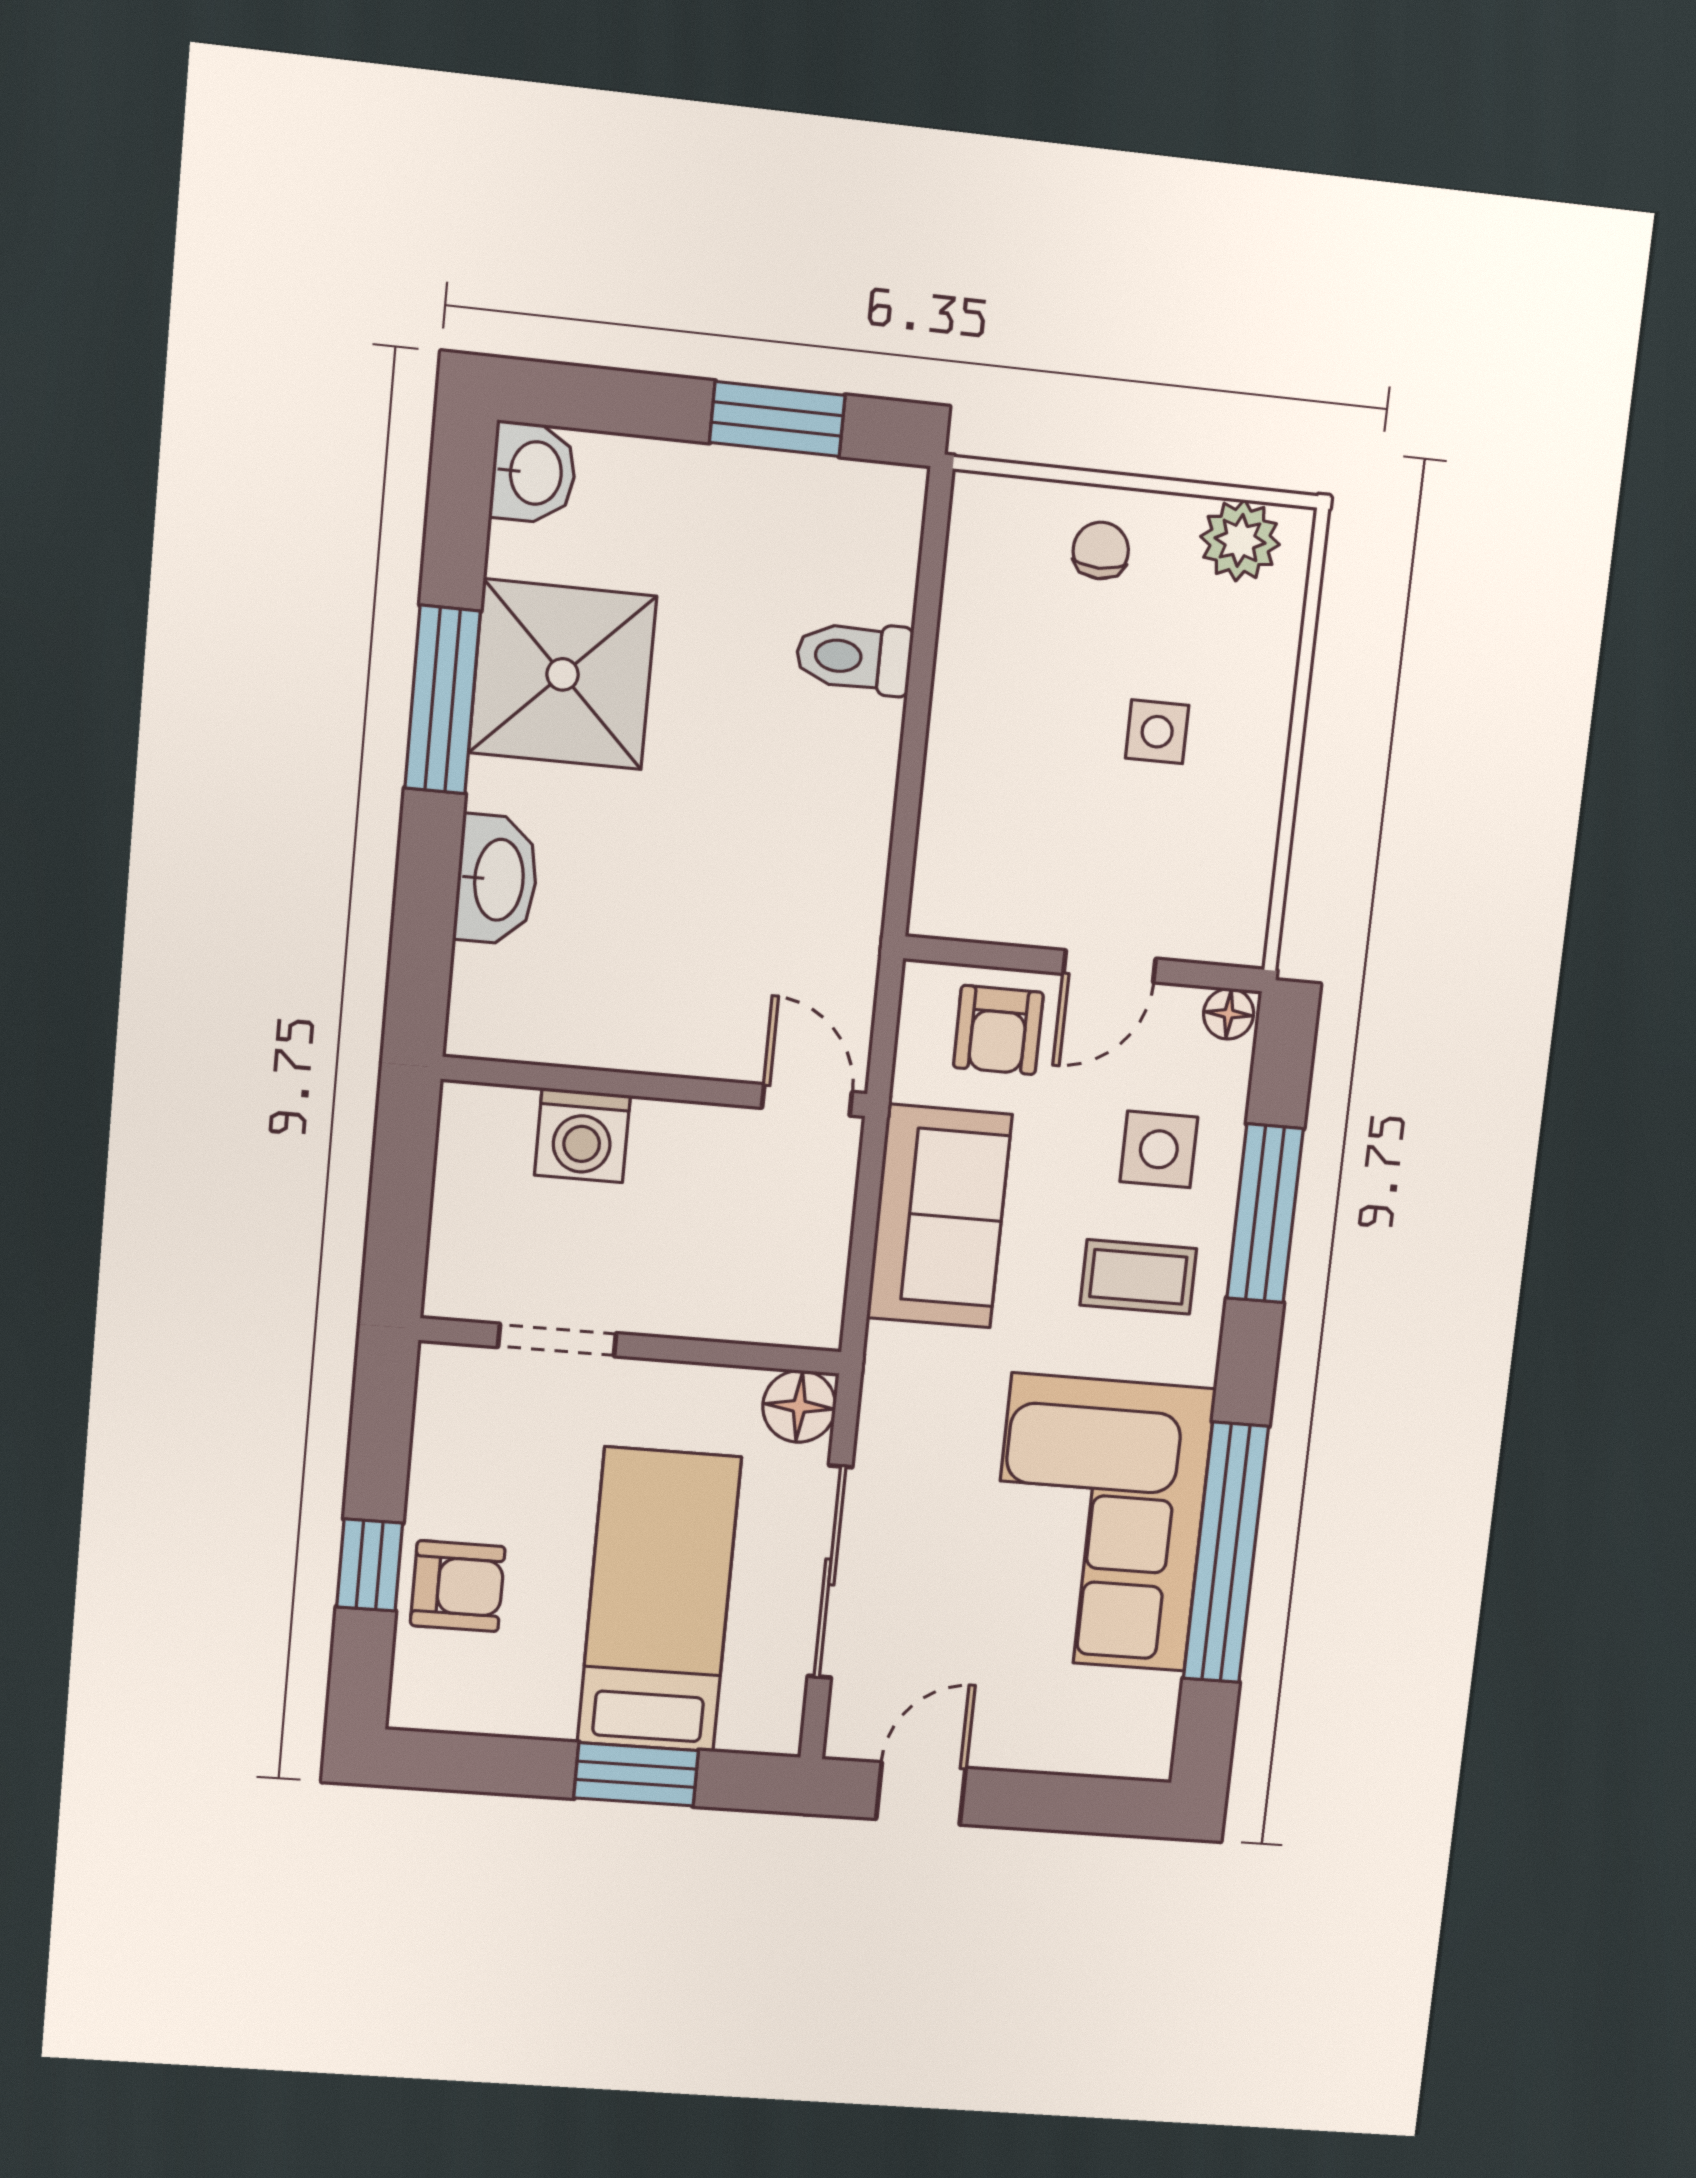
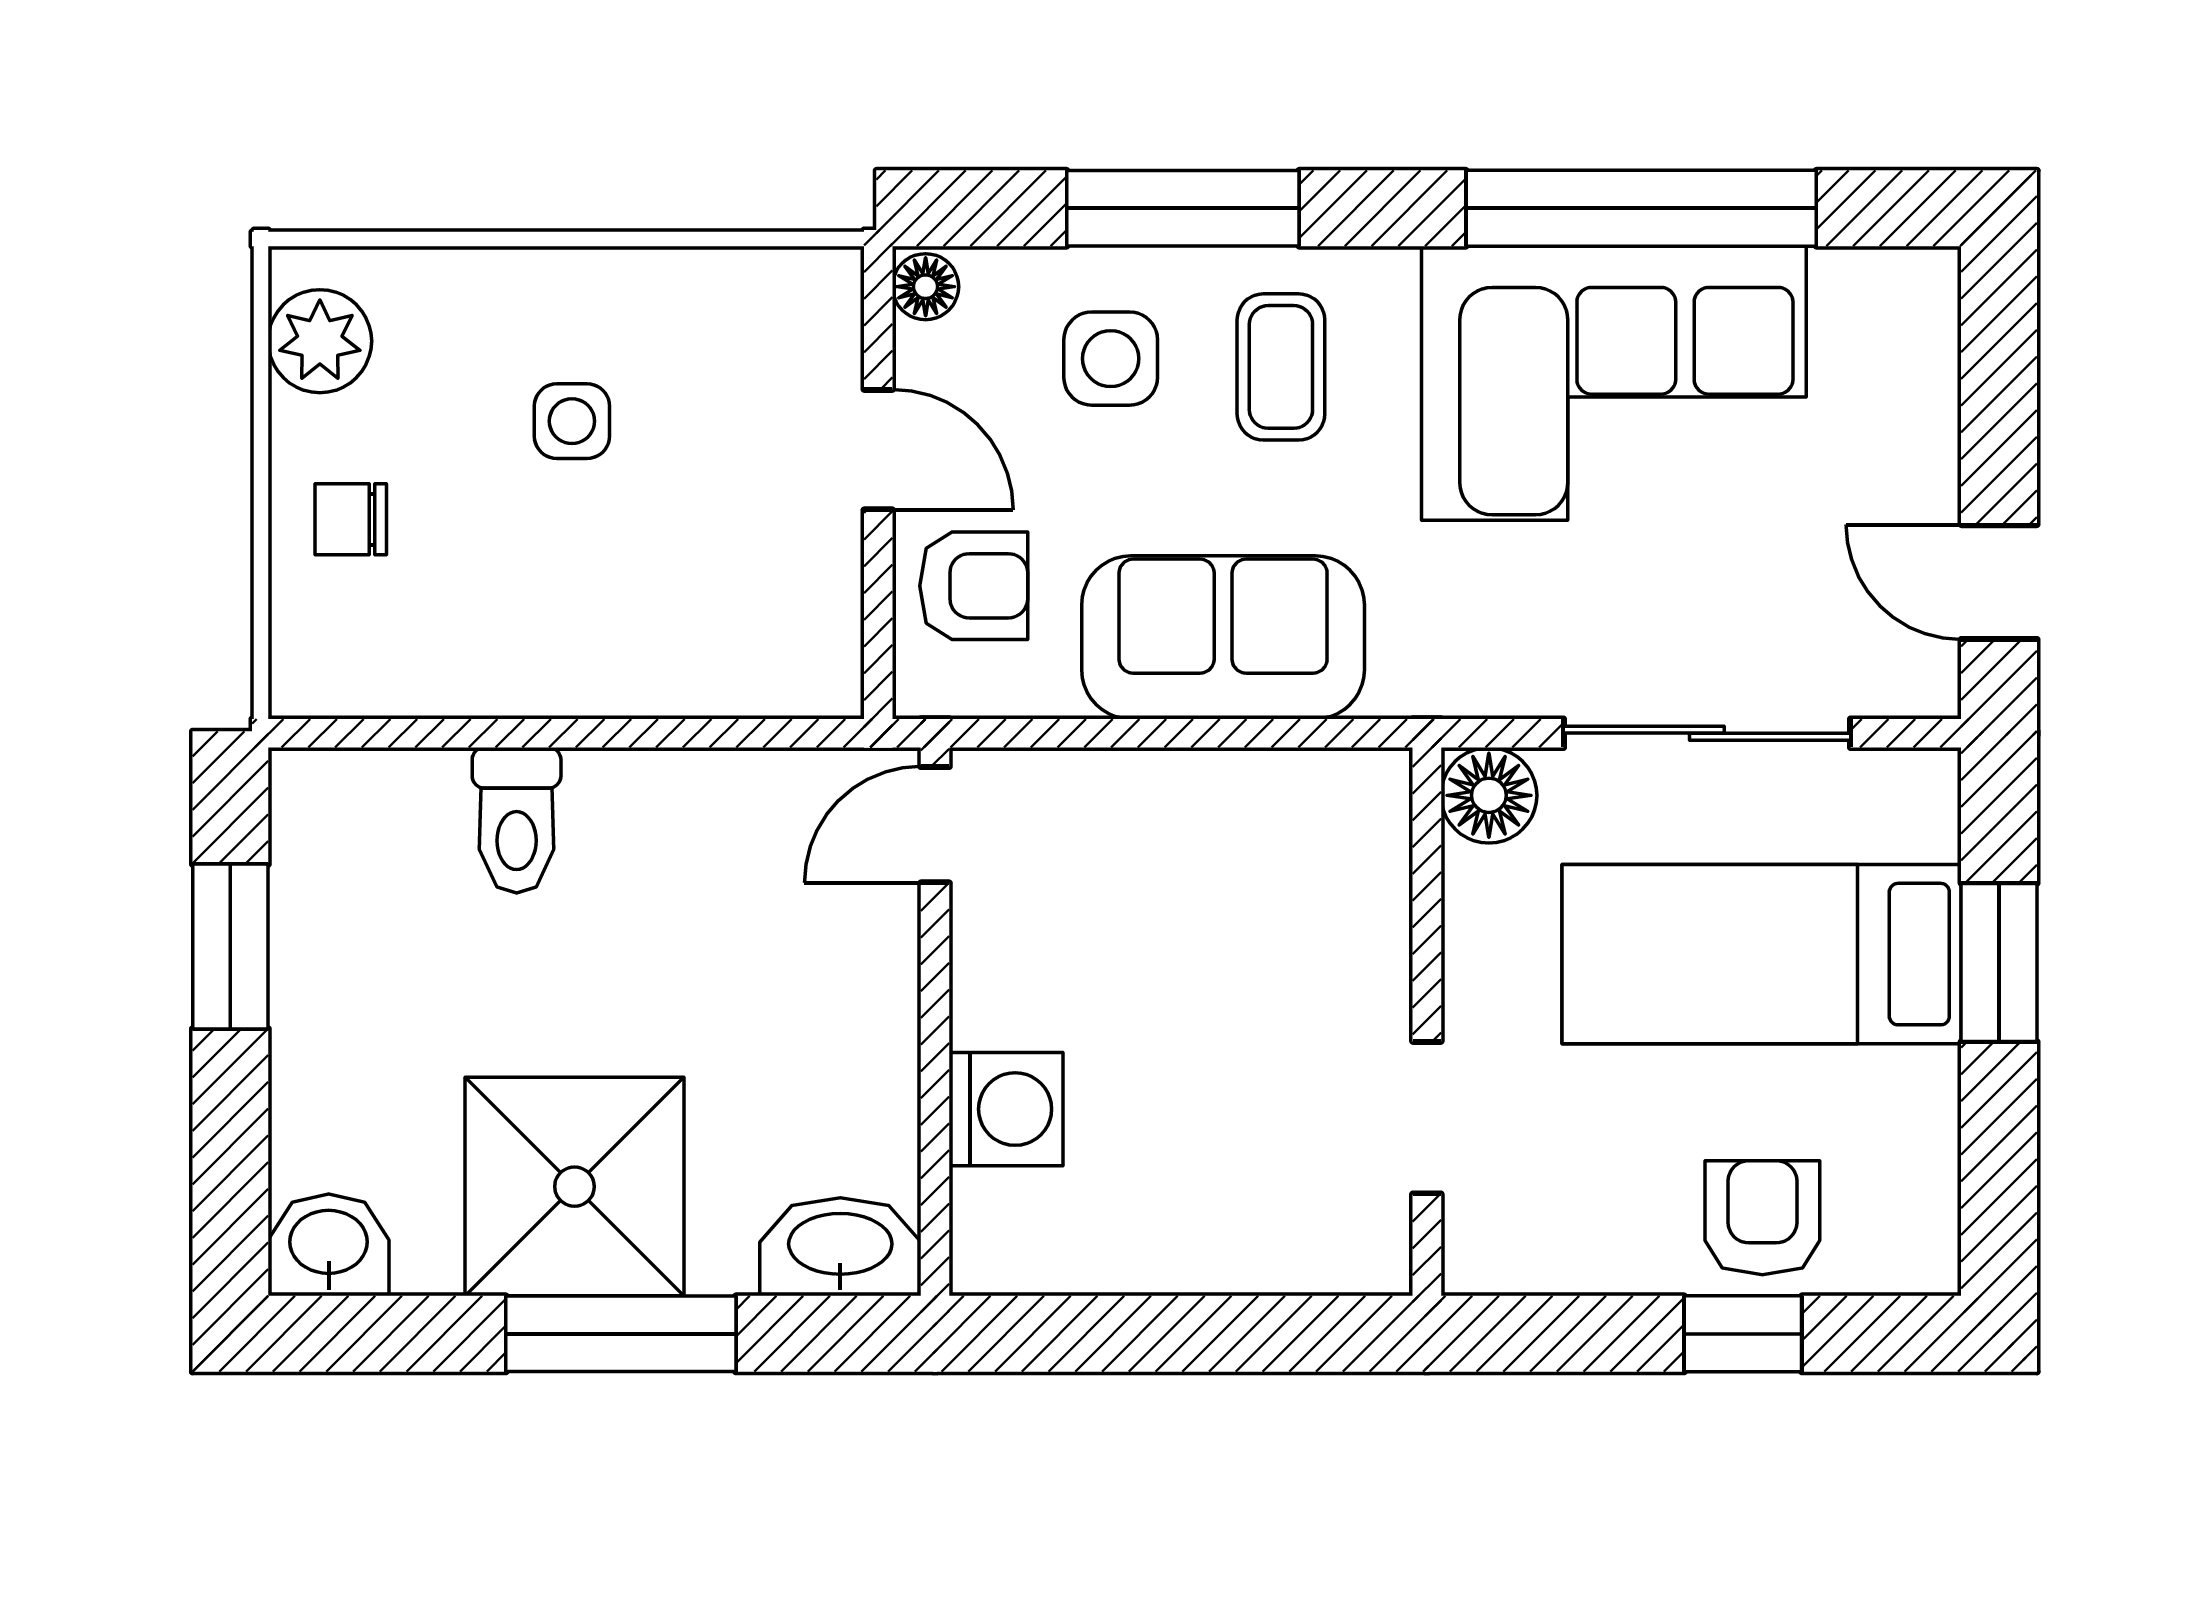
wall: (655, 1087) -> (935, 1022), moved
door: (807, 1100) -> (935, 825), moved
washing machine: (582, 1135) -> (1006, 1109), moved

